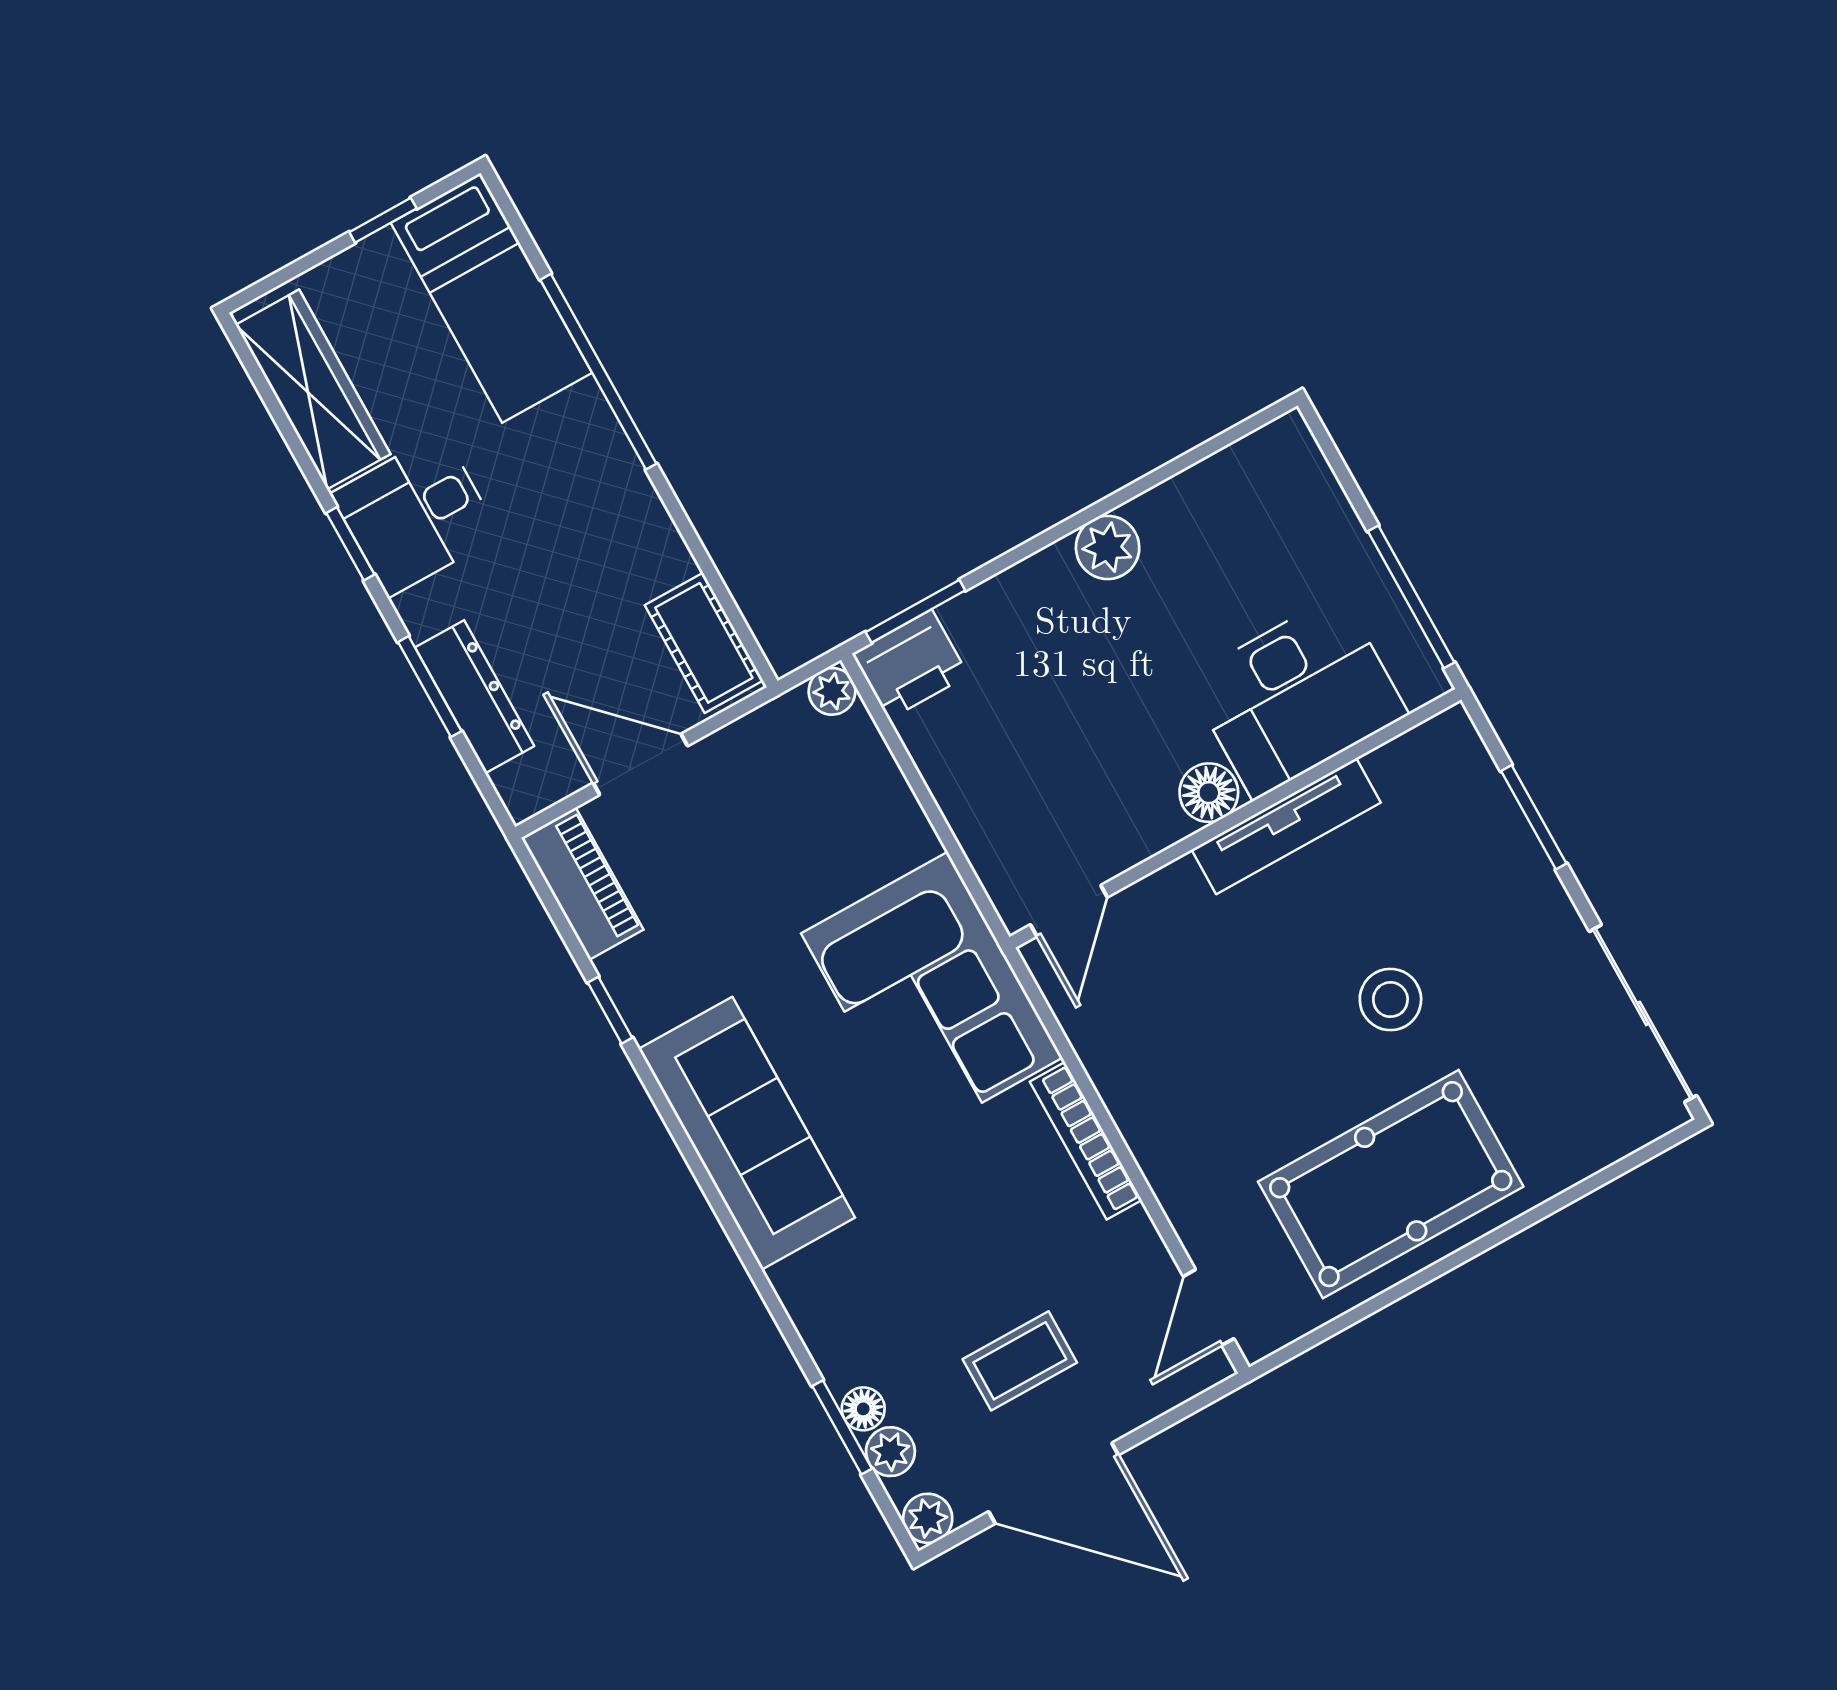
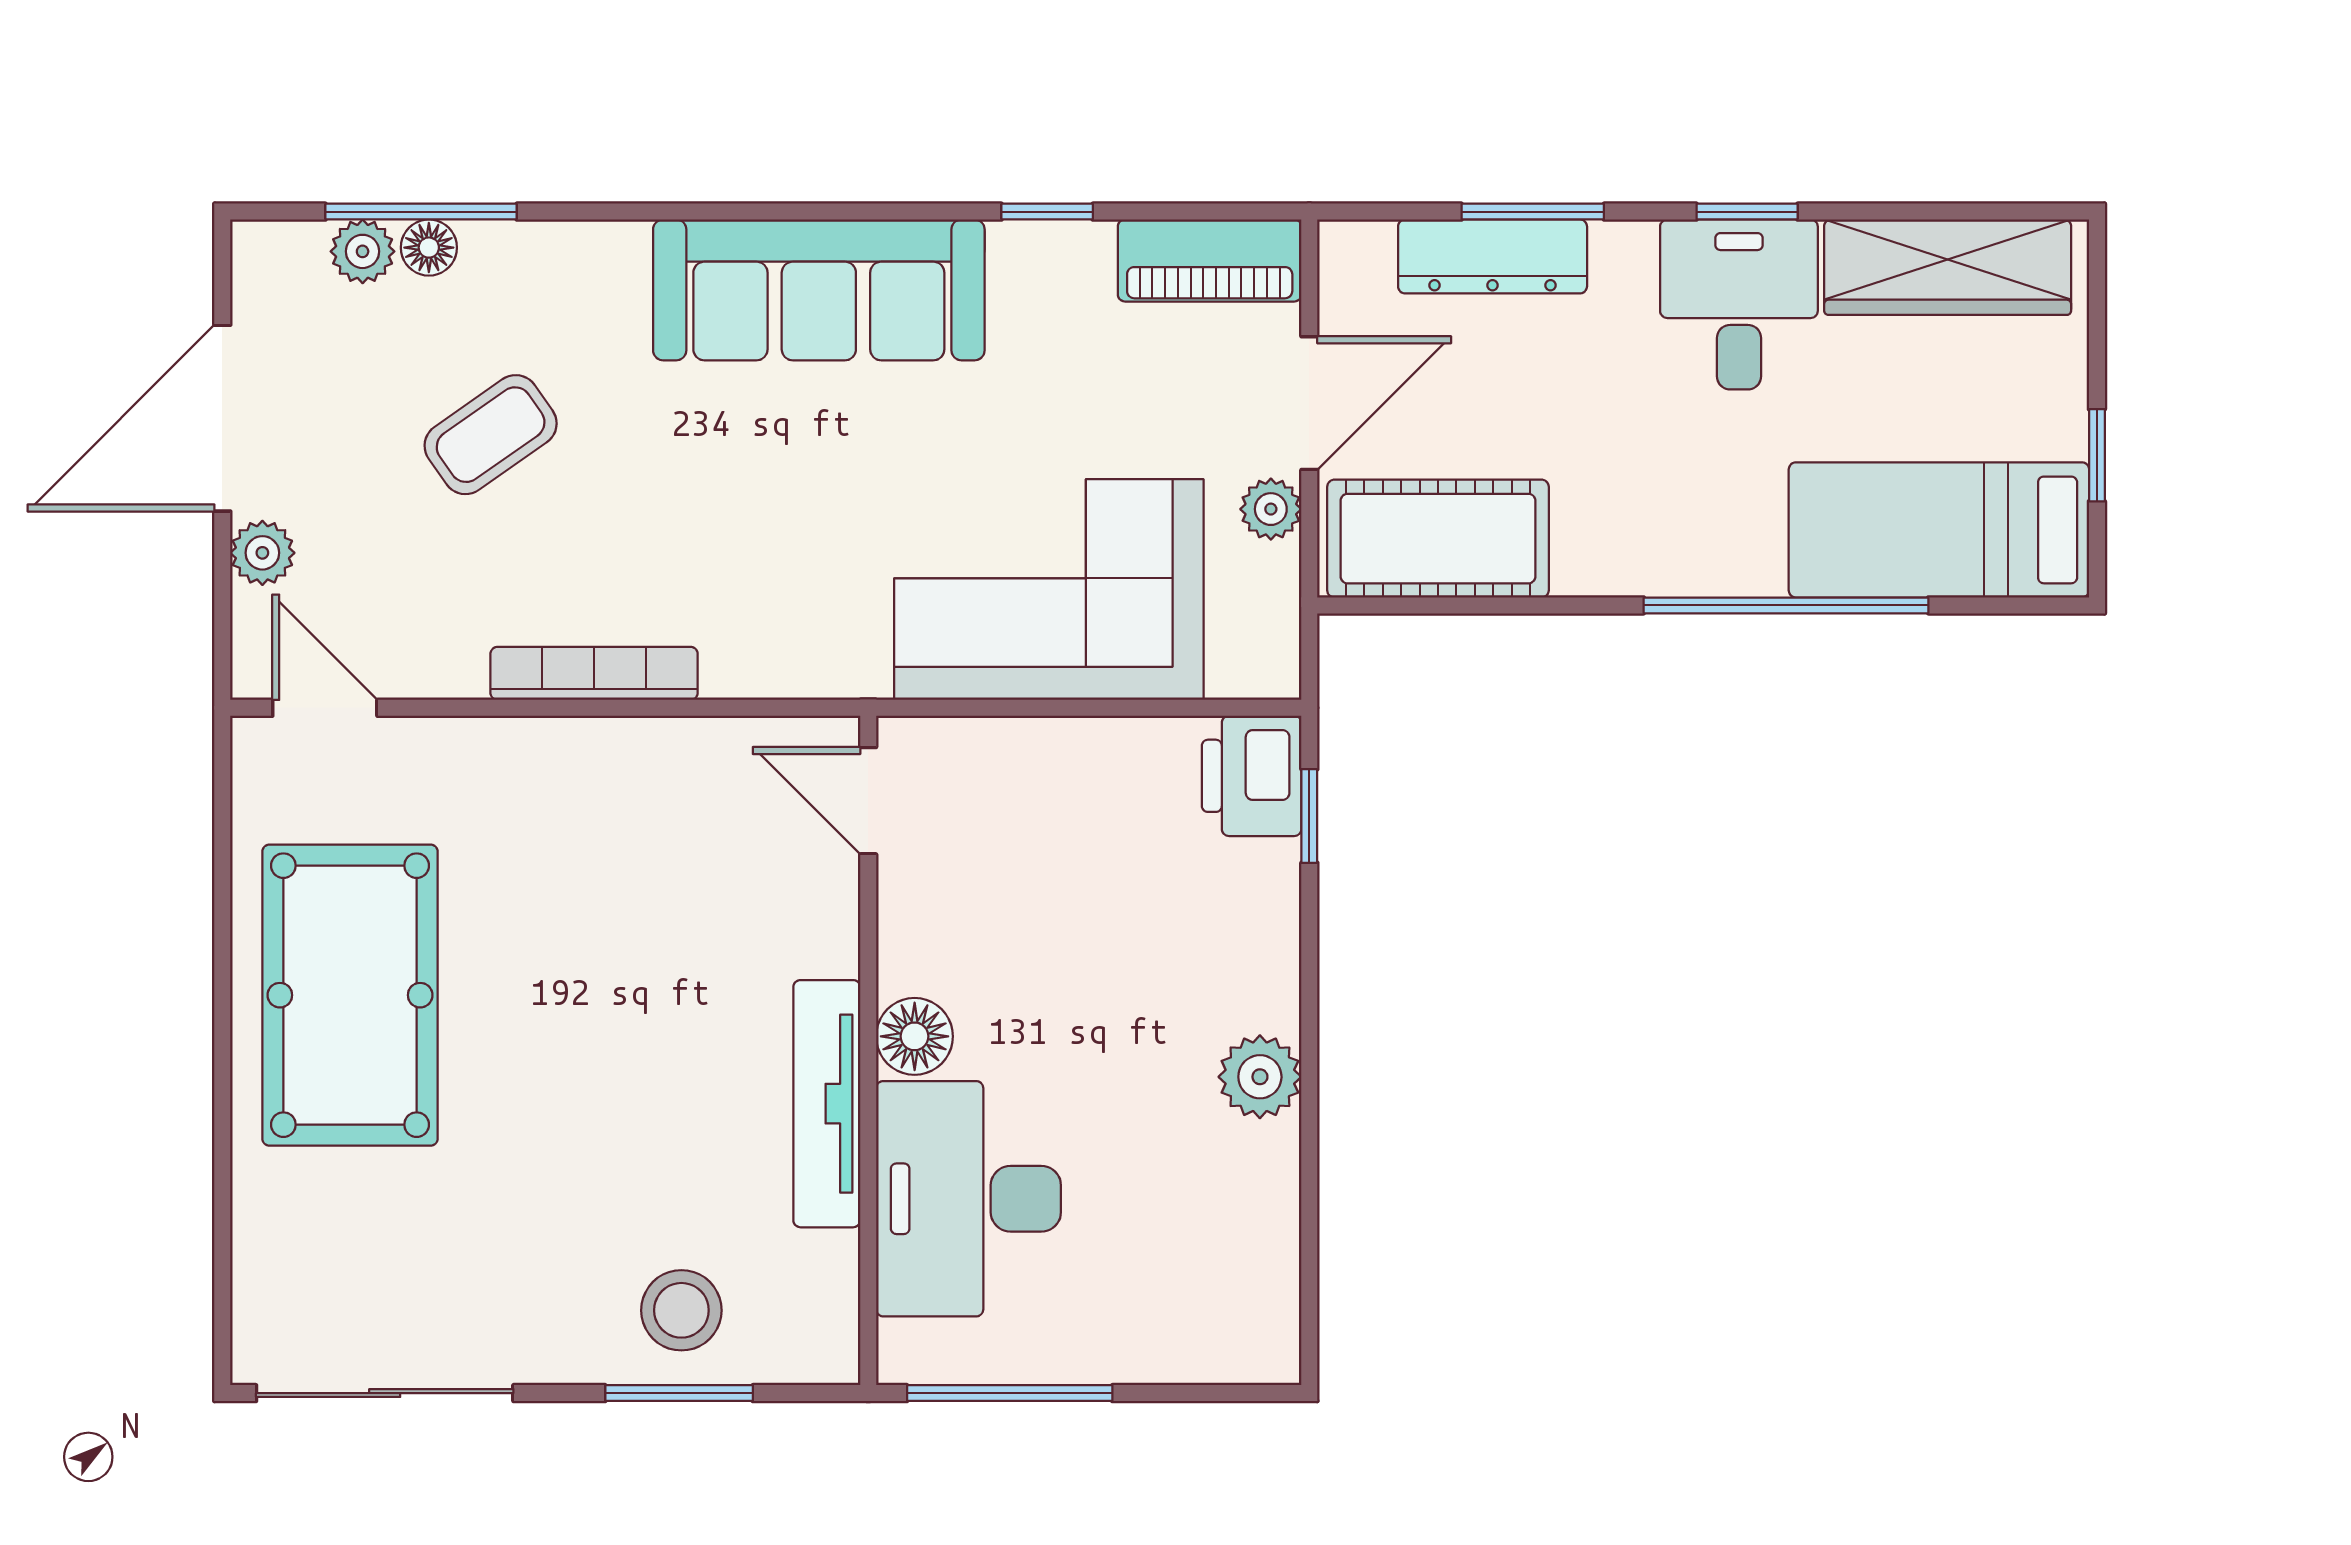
window: (915, 611) -> (1309, 816), width x0.67
cot: (704, 643) -> (1438, 539), width x1.37, depth x1.34
plant: (832, 691) -> (1271, 509), moved
corner sofa: (932, 996) -> (1049, 590), moved
stool: (1390, 1000) -> (681, 1310), moved
coffee table: (1020, 1361) -> (491, 435), moved, turned 55
window: (842, 1427) -> (421, 212), width x1.44
plant: (928, 1518) -> (262, 553), moved

